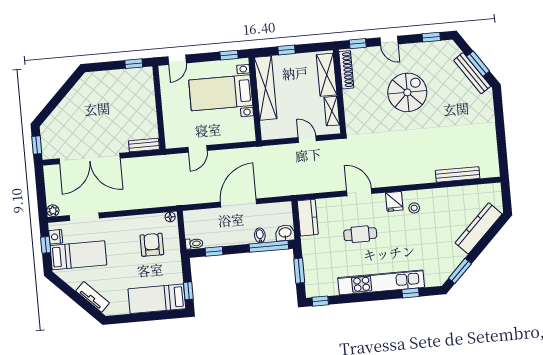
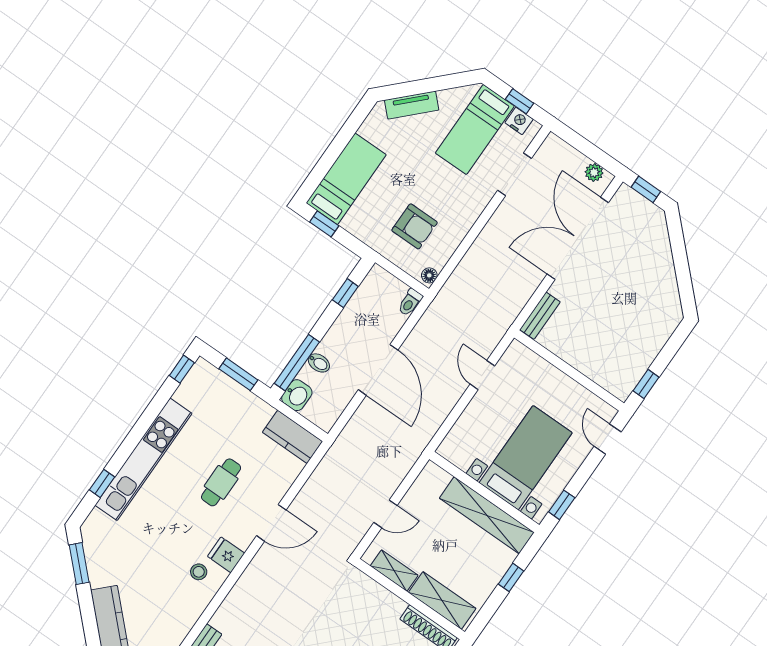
plant: (53, 211) -> (594, 172), moved
toilet: (194, 244) -> (410, 302), moved

